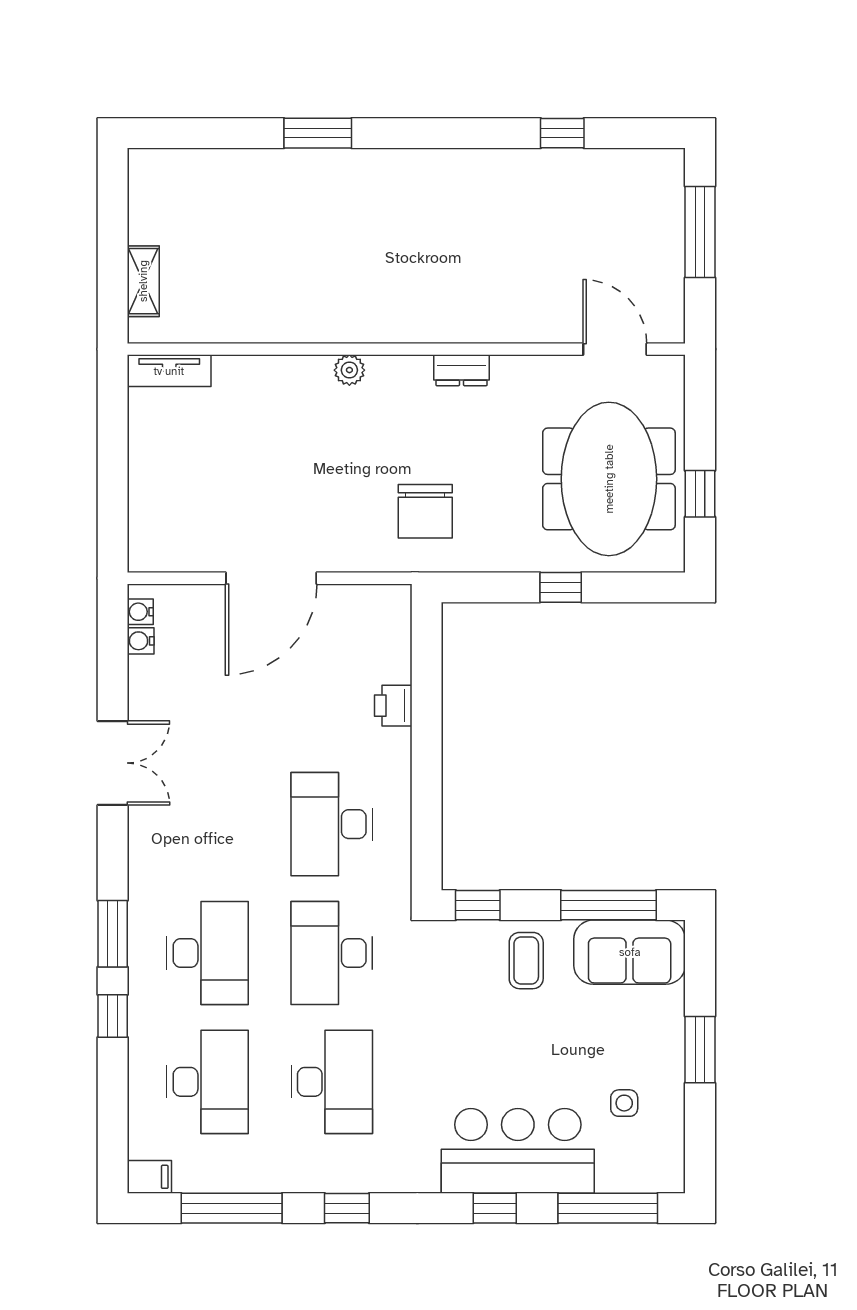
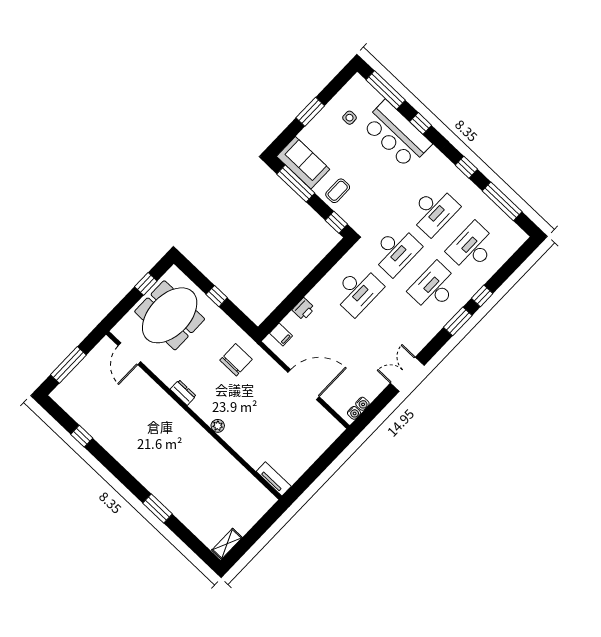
shelving: (143, 281) -> (227, 544), moved
desk: (332, 1082) -> (434, 211), turned 180
filing cabinet: (149, 1177) -> (281, 335), moved, turned 180

